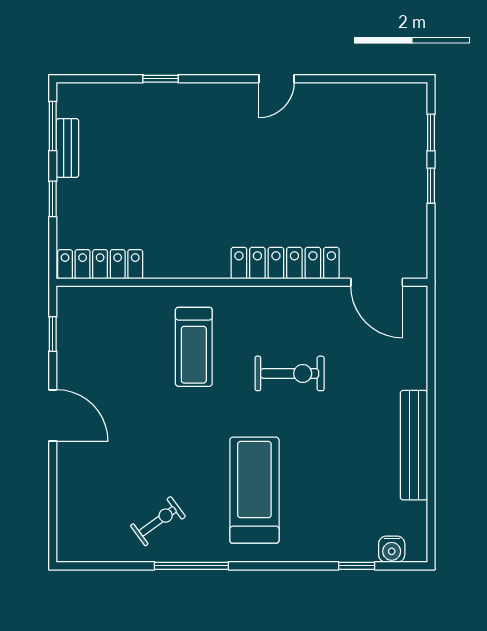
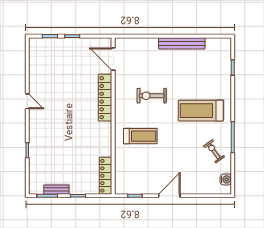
door: (377, 282) -> (113, 59), swing flipped
exercise bike: (290, 373) -> (152, 96), turned -90
water cooler: (392, 549) -> (226, 179), moved

